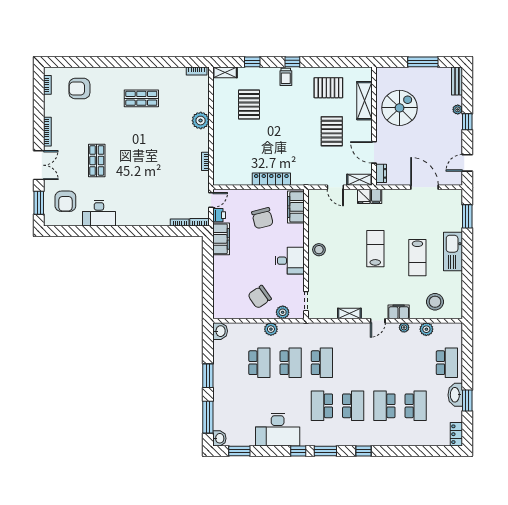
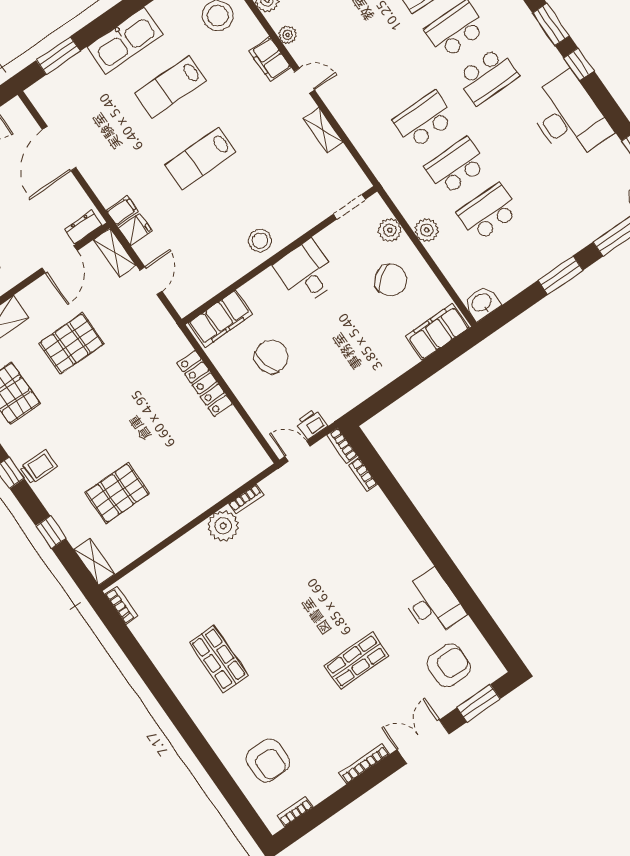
plant: (201, 121) -> (223, 526), moved
filing cabinet: (221, 239) -> (437, 332), moved
lab bench: (417, 258) -> (171, 87), turned 180

